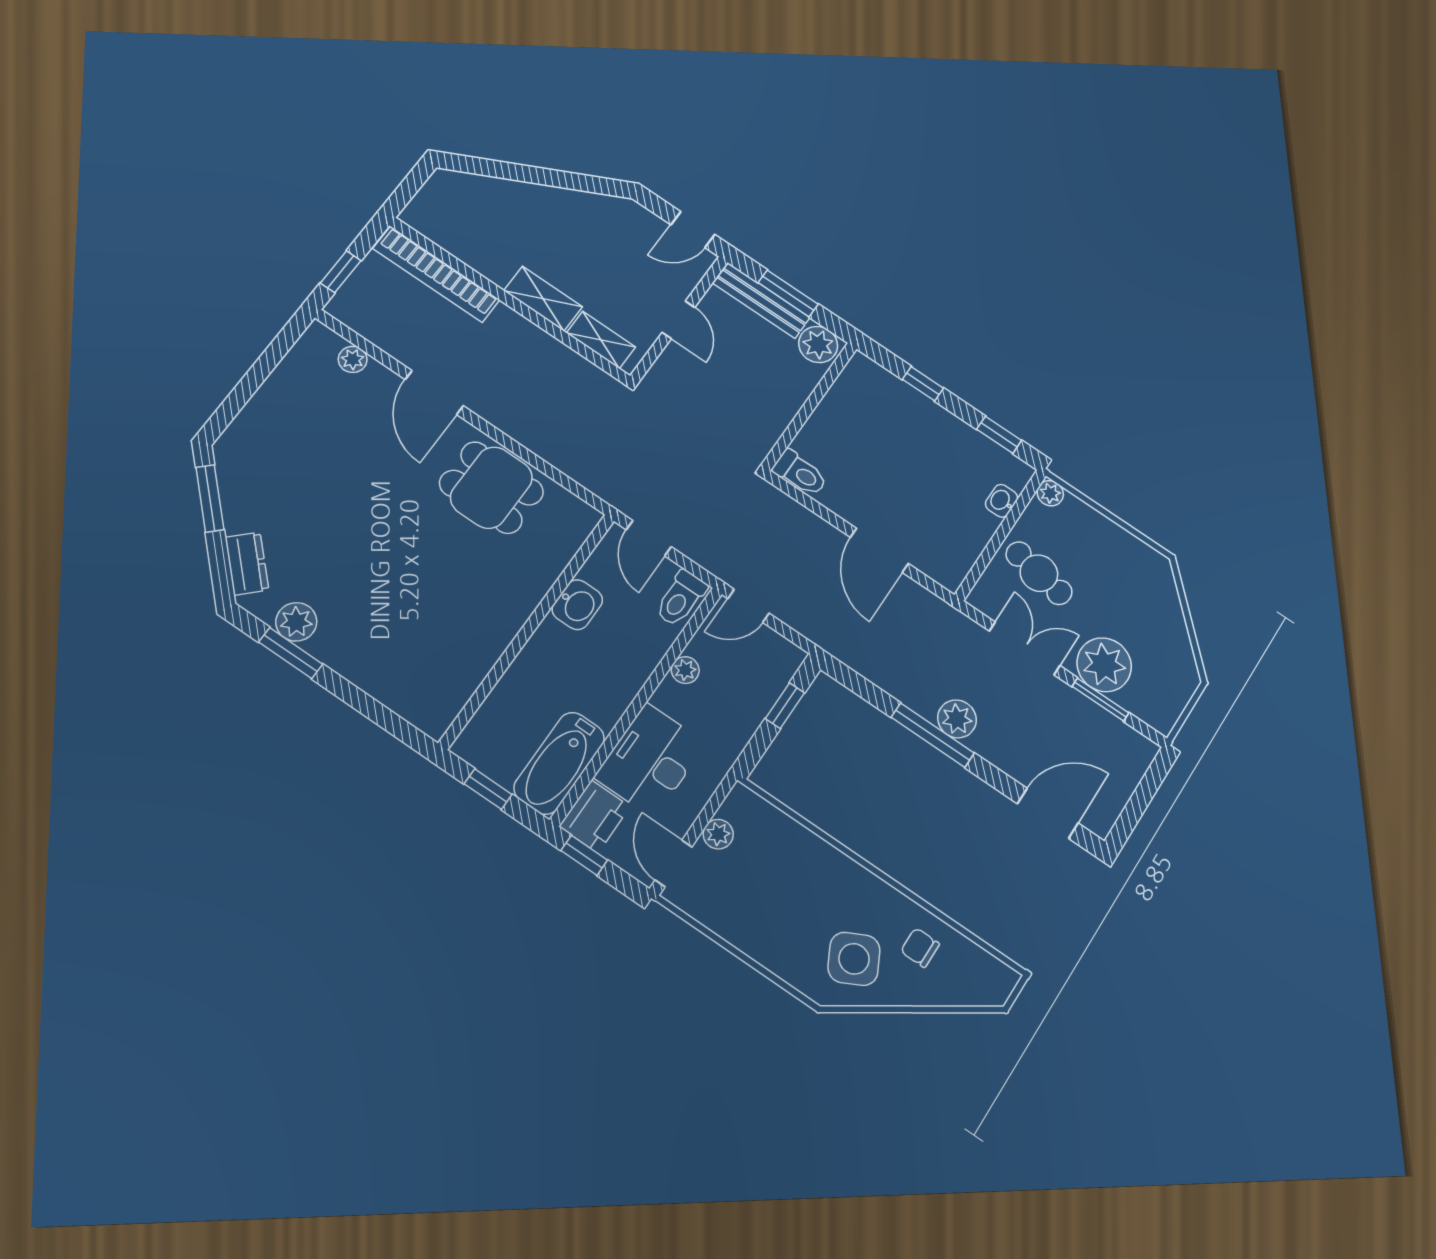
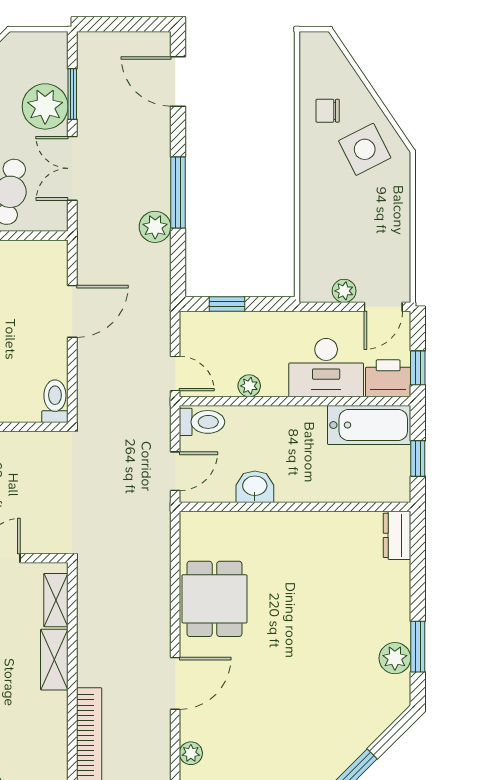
dresser: (247, 564) -> (397, 535), moved, turned -45
plant: (957, 719) -> (155, 227), moved
chair: (920, 948) -> (328, 111), turned 90

